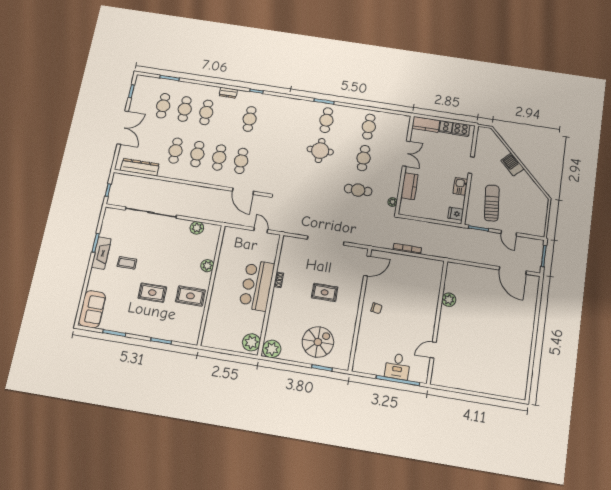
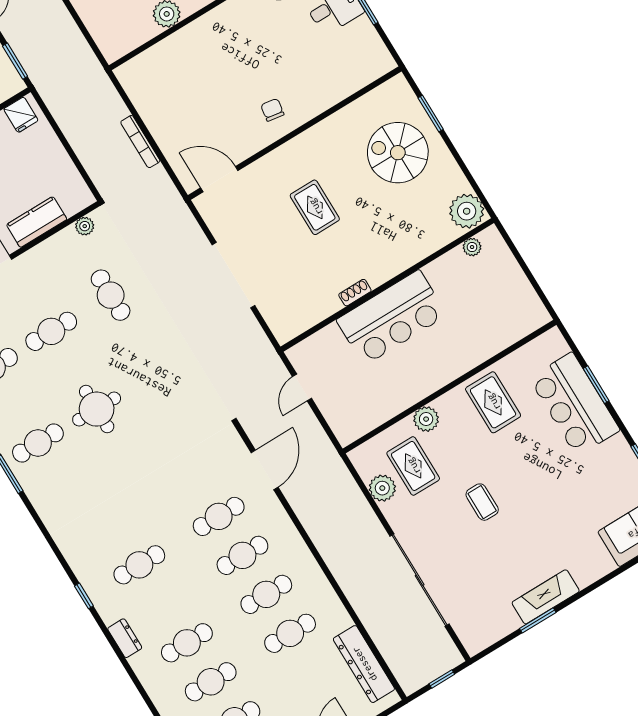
coffee table: (127, 263) -> (482, 502), moved
rug: (152, 293) -> (413, 466), moved
bar counter: (161, 326) -> (574, 404), added
plant: (251, 342) -> (472, 247), width x0.53, depth x0.53

